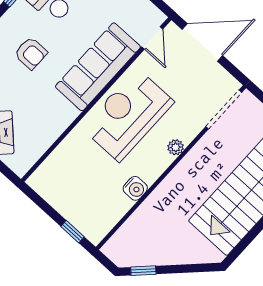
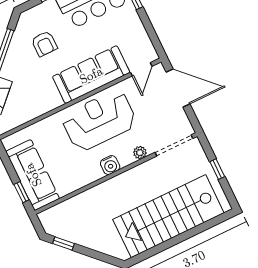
plant: (176, 147) -> (140, 153), moved
water cooler: (135, 188) -> (110, 165), moved
sofa: (77, 207) -> (33, 175), added

